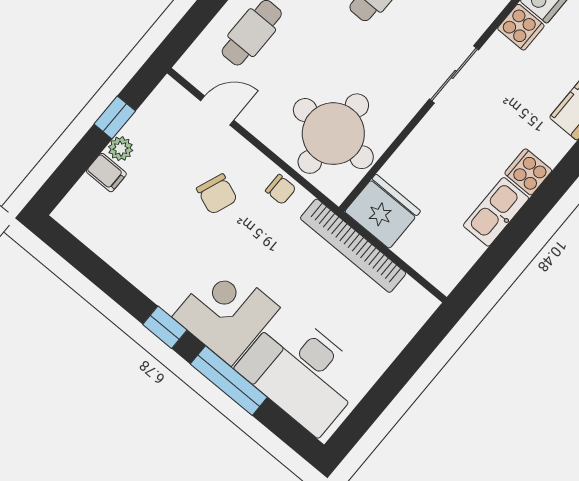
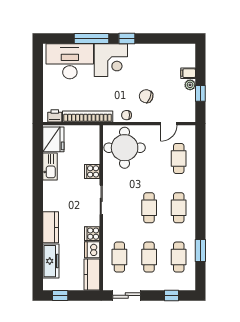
cooker: (528, 172) -> (92, 171), moved, turned 180
fridge: (383, 211) -> (53, 139), moved, turned -90
printer: (412, 296) -> (55, 116), added

